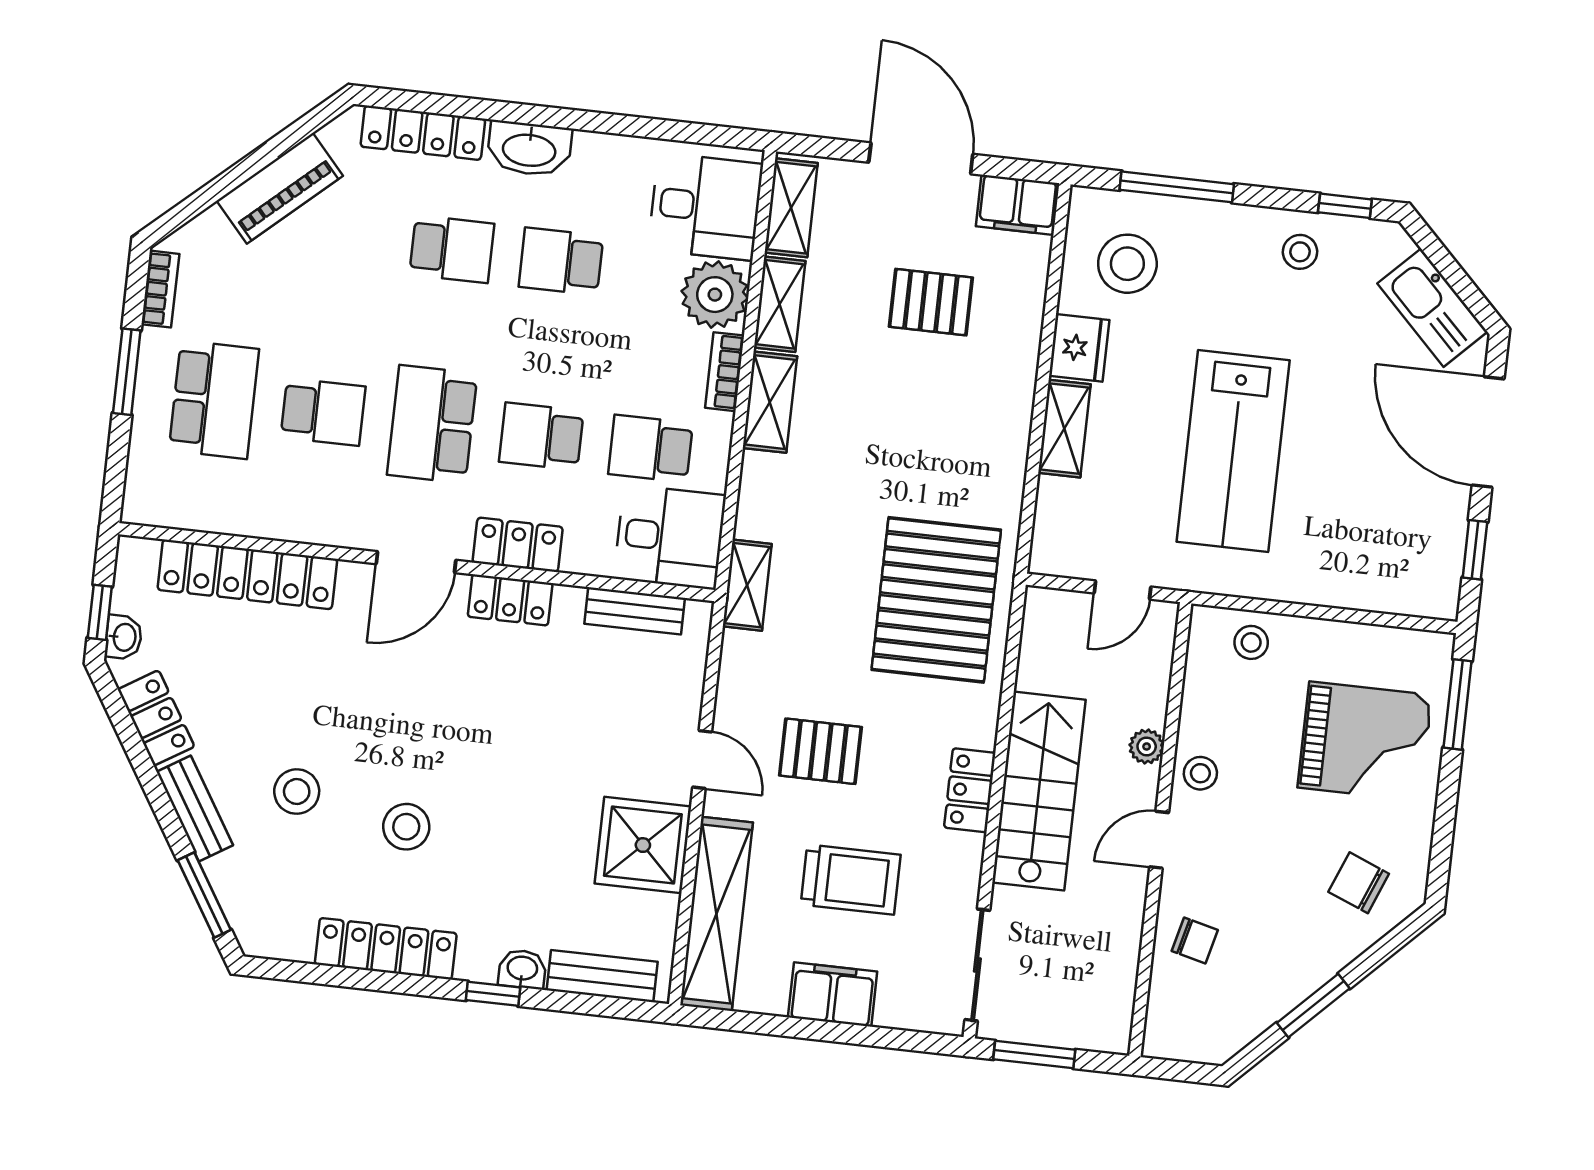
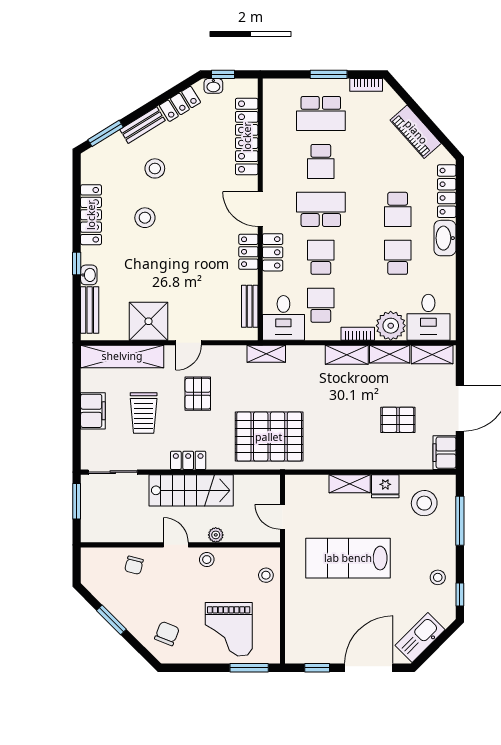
pallet: (931, 302) -> (398, 420), turned 90

